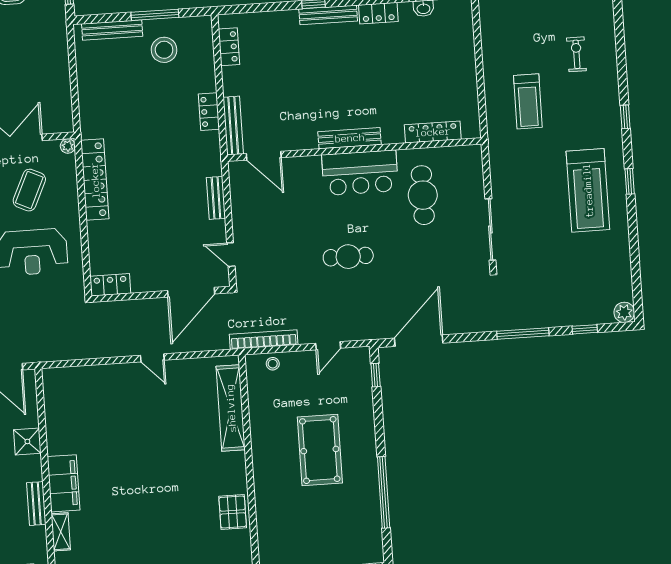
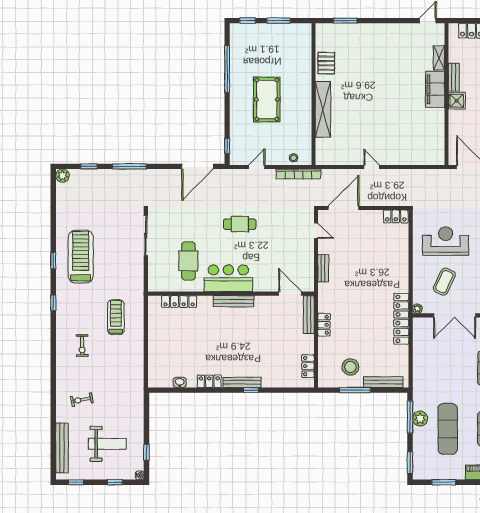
locker: (95, 180) -> (401, 319), moved
shelving: (231, 408) -> (323, 109), moved
shower: (27, 441) -> (457, 101), moved

